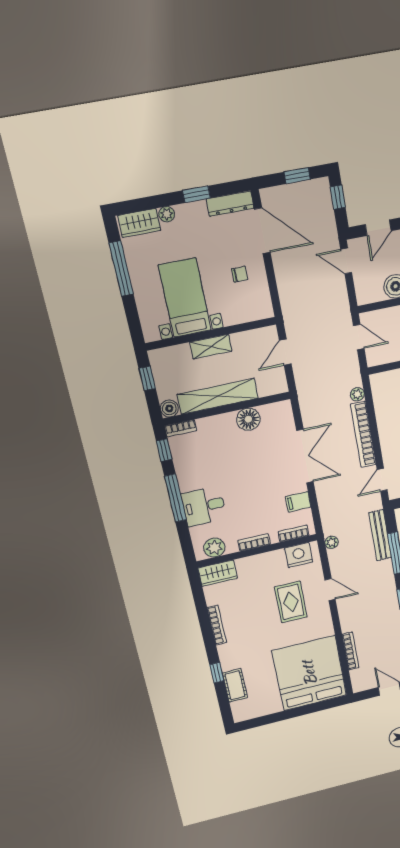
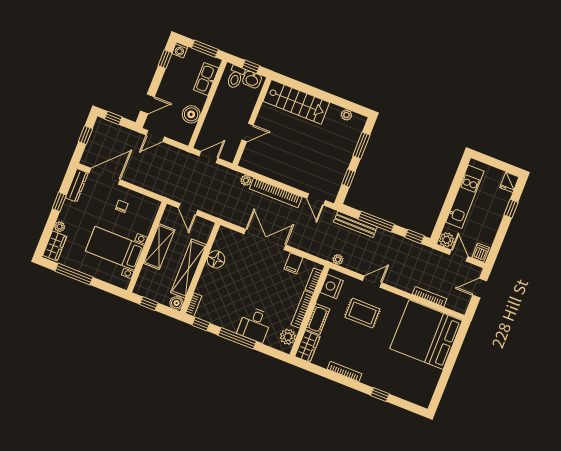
door: (378, 228) -> (147, 104), hinge flipped
shelving: (211, 347) -> (159, 247), width x1.50, depth x1.33
bookcase: (254, 542) -> (302, 309), width x1.56
cot: (235, 685) -> (318, 319), moved, turned 90

